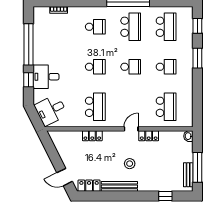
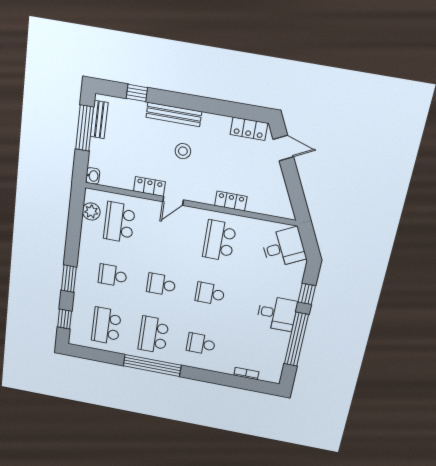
desk: (46, 77) -> (277, 313), moved
plant: (187, 111) -> (91, 212), added
bench: (119, 186) -> (174, 114), moved

